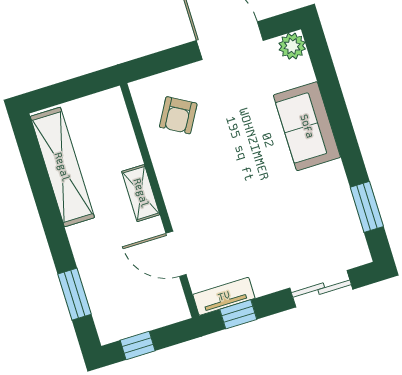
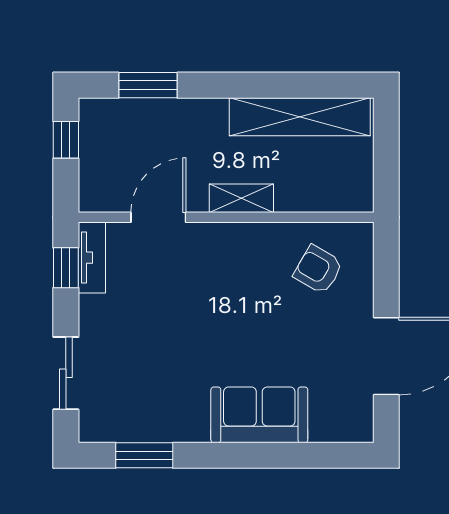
plant: (292, 46) -> (357, 426), removed

